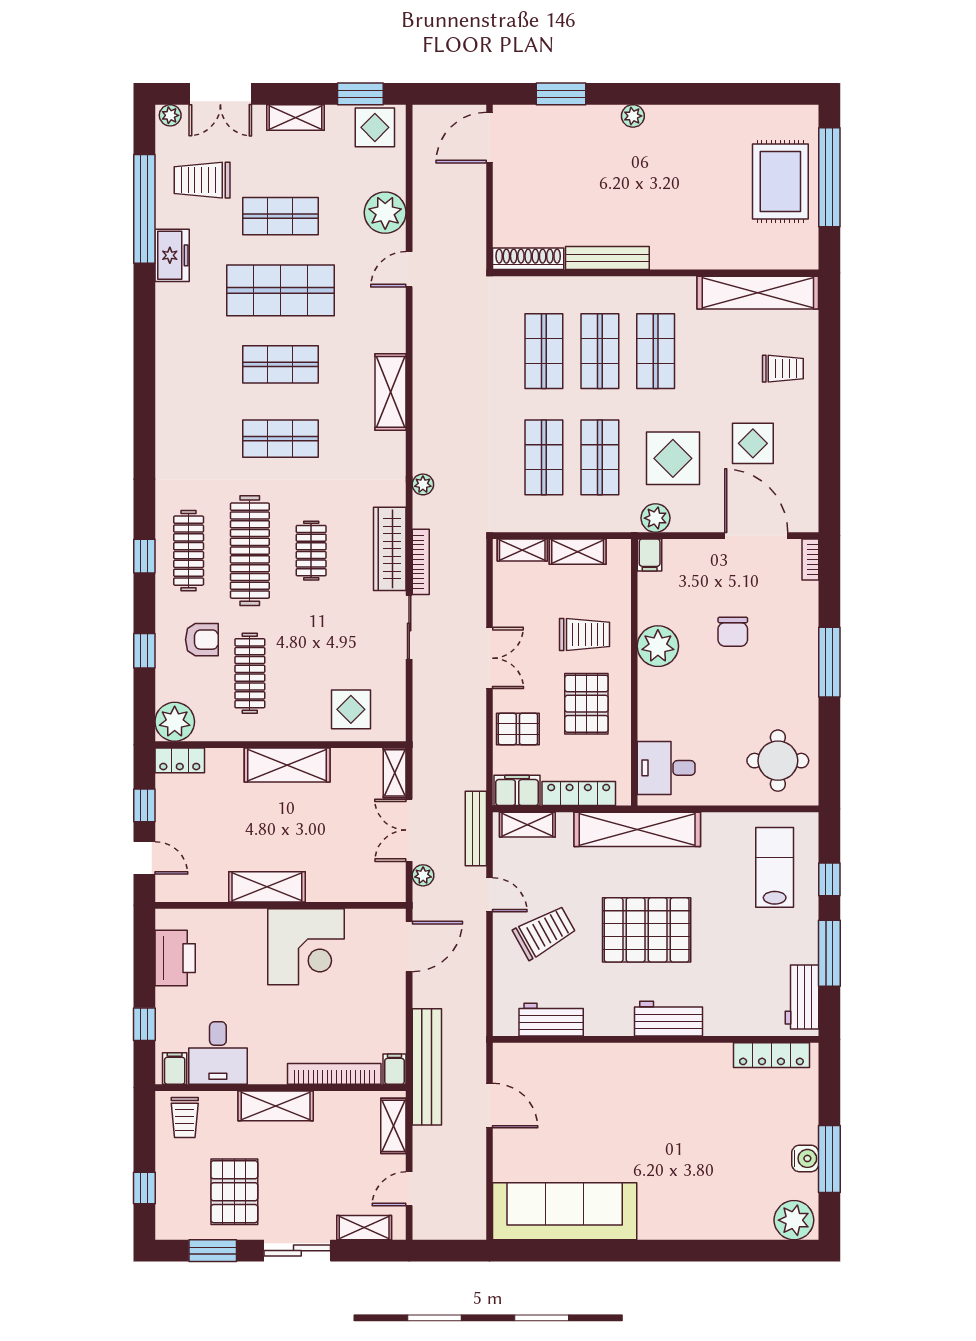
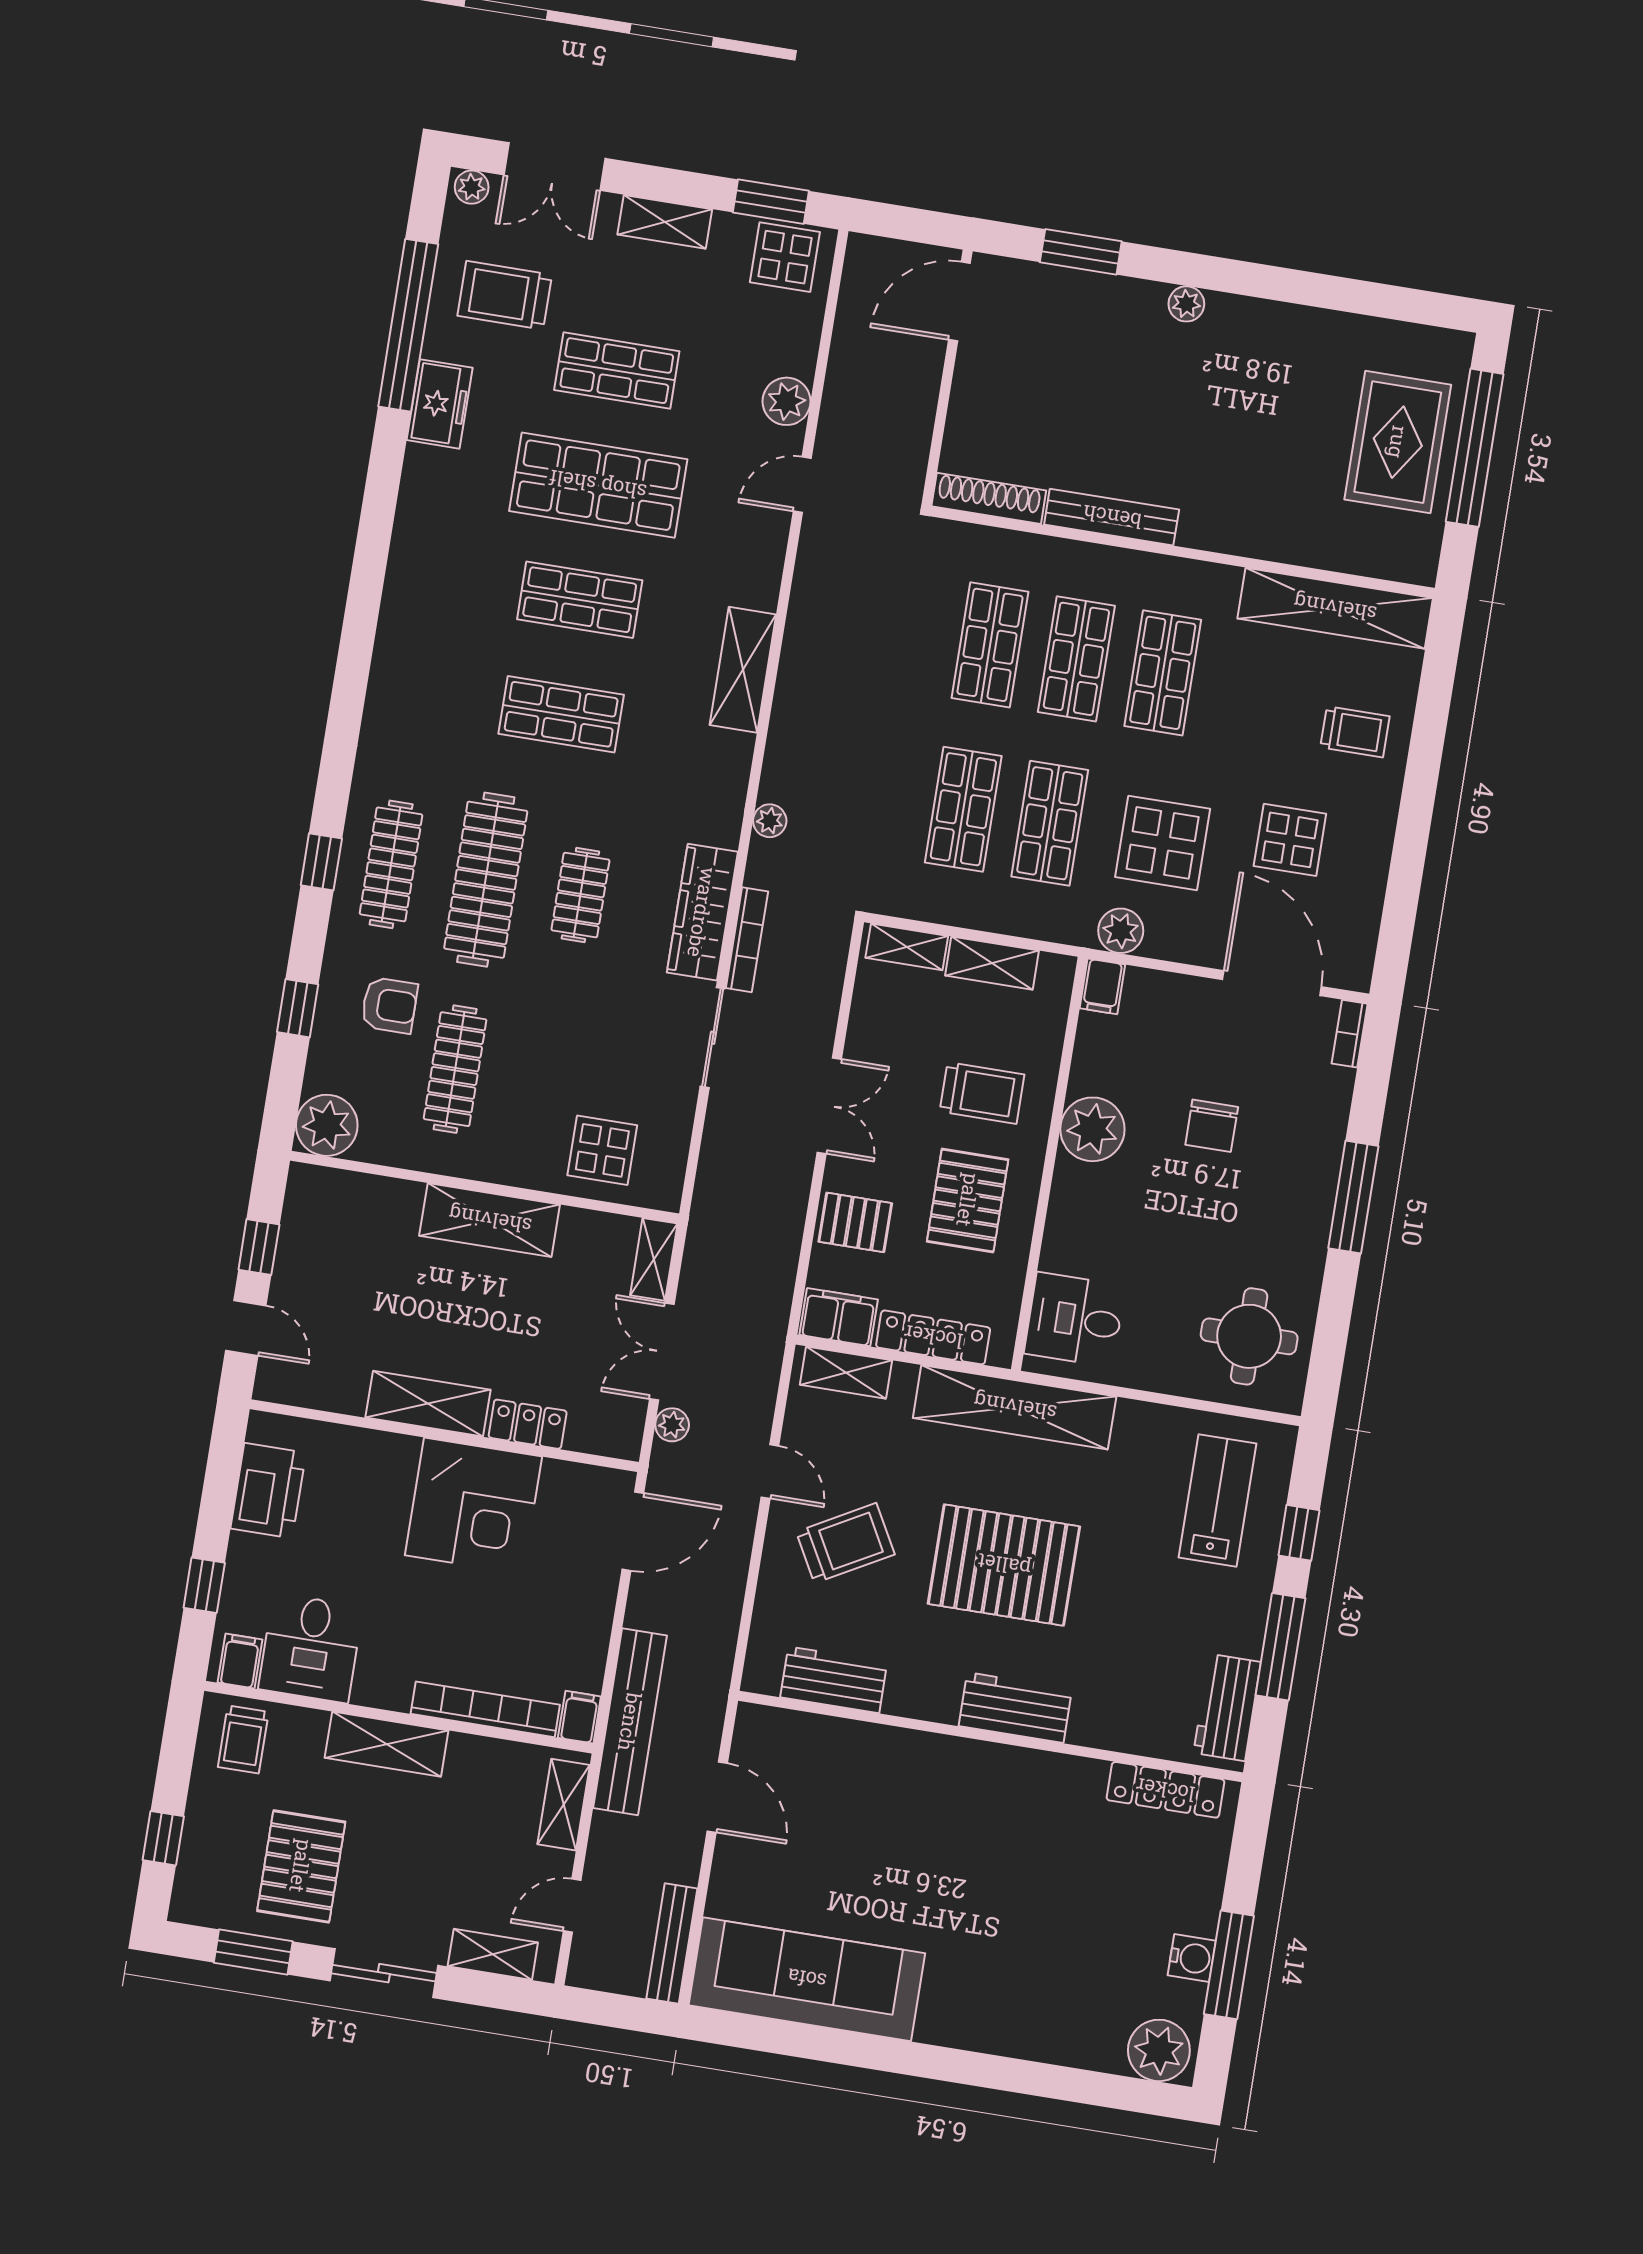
plant: (385, 213) -> (787, 401), width x0.73, depth x0.73
locker: (180, 760) -> (528, 1424), moved, turned 180
bench: (476, 829) -> (672, 1943), moved

